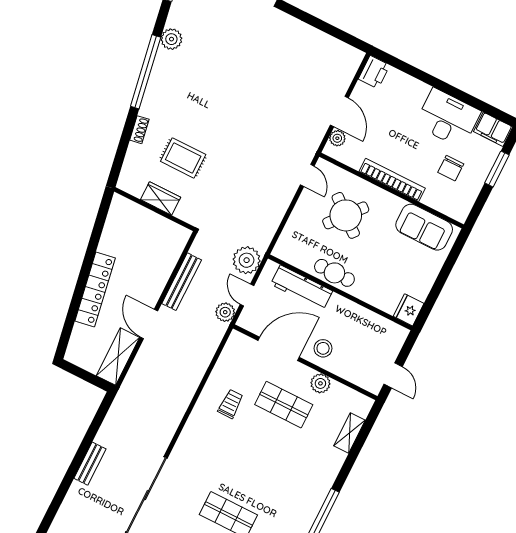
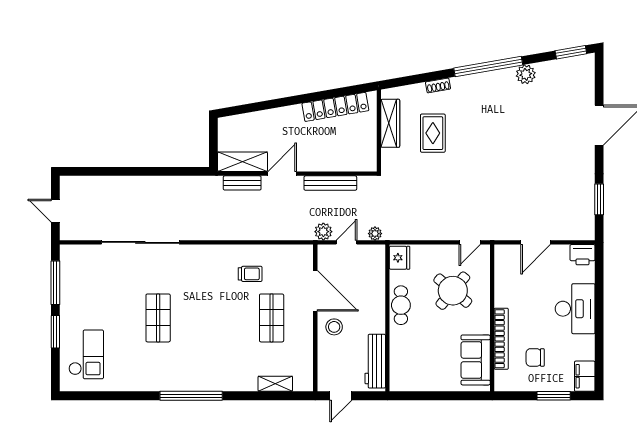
window: (329, 29) -> (599, 199), added
desk: (448, 118) -> (575, 309), moved
plant: (337, 138) -> (513, 252), removed
bookcase: (392, 180) -> (501, 339), moved
wardrobe: (161, 198) -> (390, 123), width x1.50
plant: (247, 260) -> (375, 234), width x0.53, depth x0.53
workbench: (302, 288) -> (375, 361), moved
locker: (95, 289) -> (335, 107), moved
fridge: (409, 310) -> (400, 258), moved, turned 90
plant: (320, 383) -> (304, 339), removed
bench: (90, 464) -> (242, 183), moved

